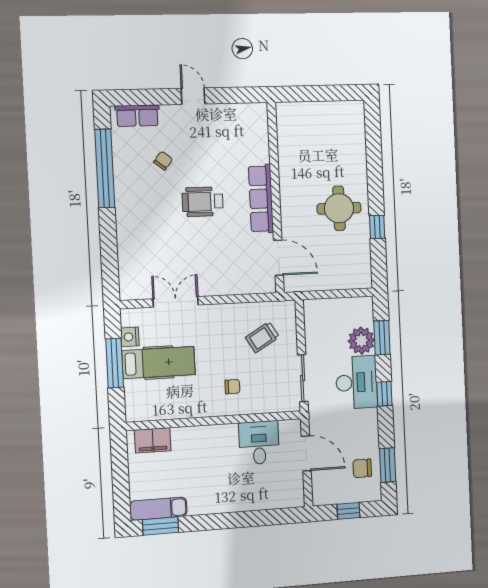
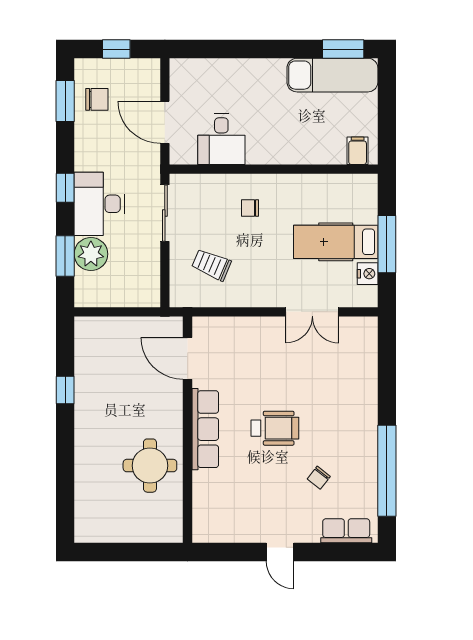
round table: (339, 208) -> (150, 466), moved
trolley: (262, 337) -> (211, 265), turned -126
filing cabinet: (153, 440) -> (358, 151), width x0.50
exam couch: (158, 509) -> (332, 75), width x1.36, depth x1.45

